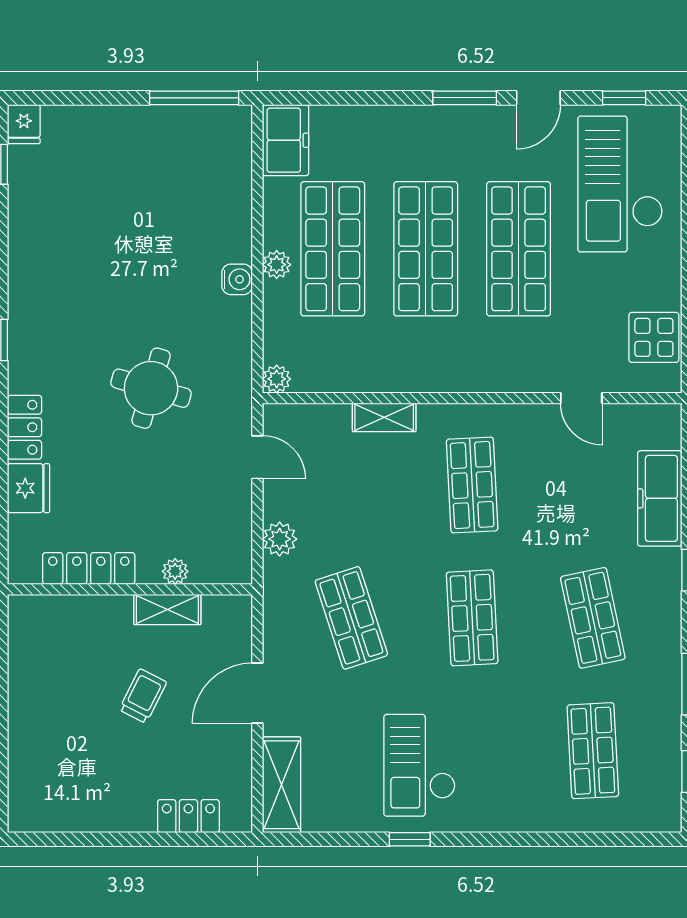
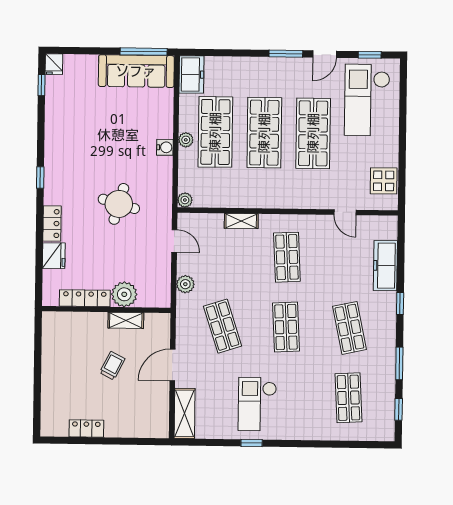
sofa: (181, 135) -> (136, 71), added
plant: (175, 571) -> (124, 294), width x1.88, depth x1.88
locker: (188, 816) -> (86, 428), moved

